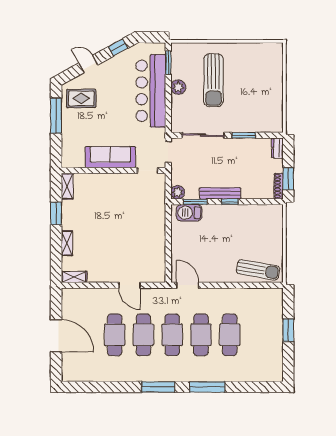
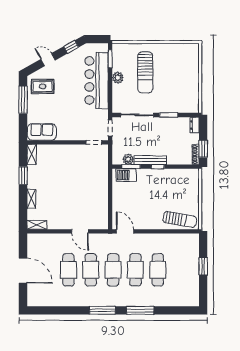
sofa: (110, 157) -> (42, 132), moved, width x0.73
plant: (178, 192) -> (128, 159), moved

